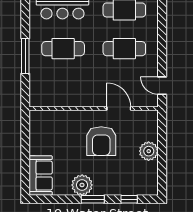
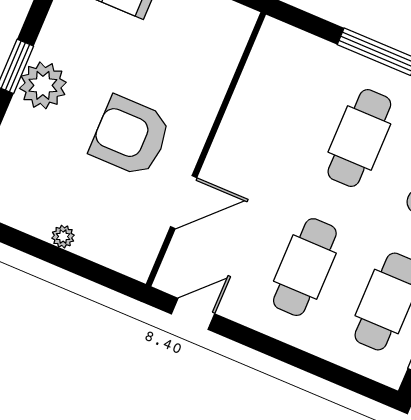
plant: (149, 151) -> (63, 237), width x0.53, depth x0.53
plant: (82, 185) -> (43, 85), moved

